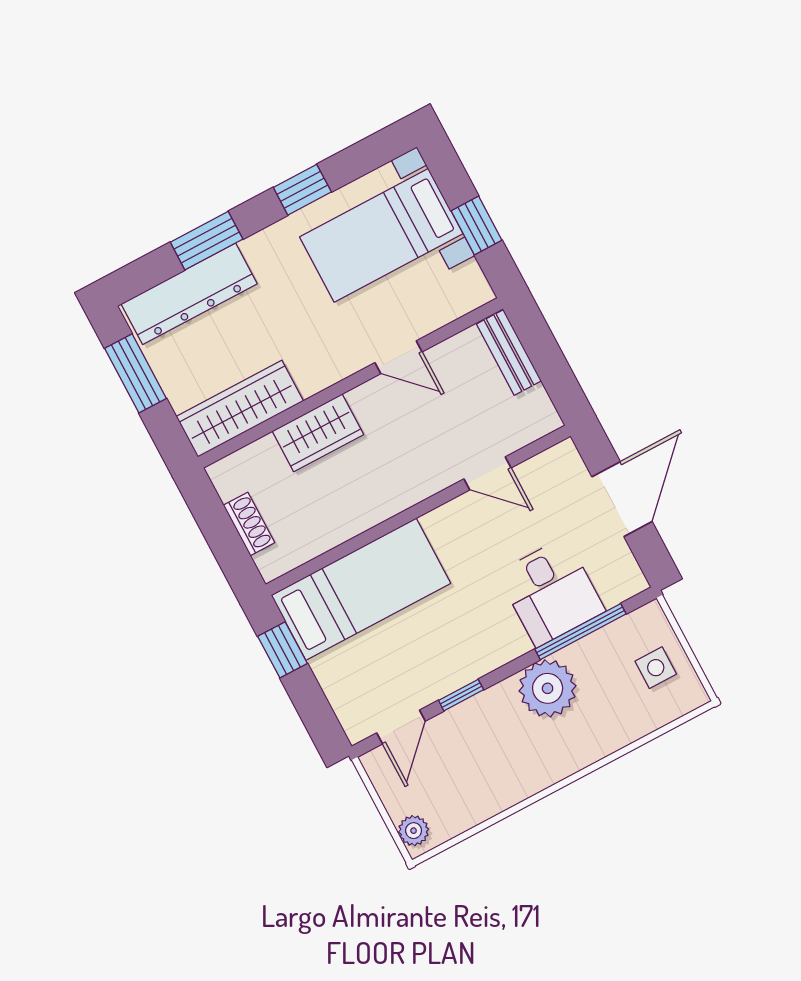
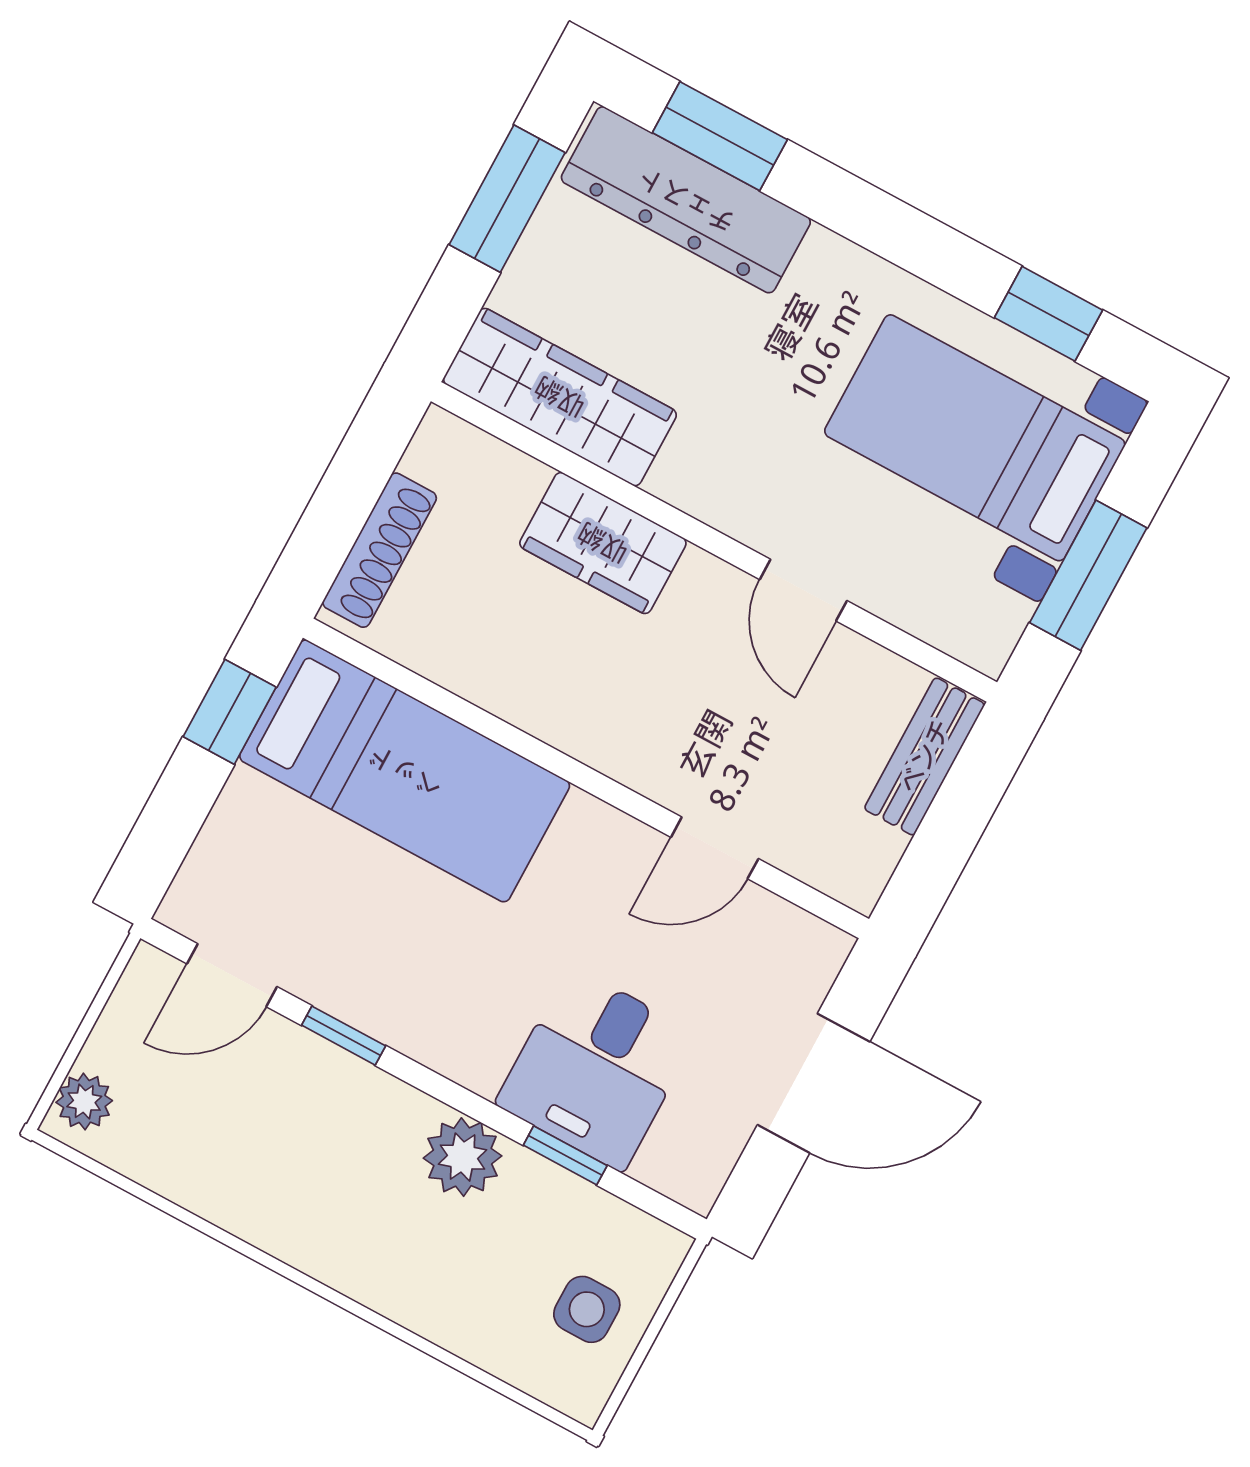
window: (302, 190) -> (1049, 314), moved
window: (476, 225) -> (1088, 575), width x1.50
window: (207, 241) -> (720, 136), moved
door: (487, 473) -> (715, 848), hinge flipped
shoe rack: (249, 524) -> (380, 550), width x1.43
window: (580, 632) -> (565, 1155), width x0.46
plant: (548, 688) -> (463, 1157), width x0.73, depth x0.73

